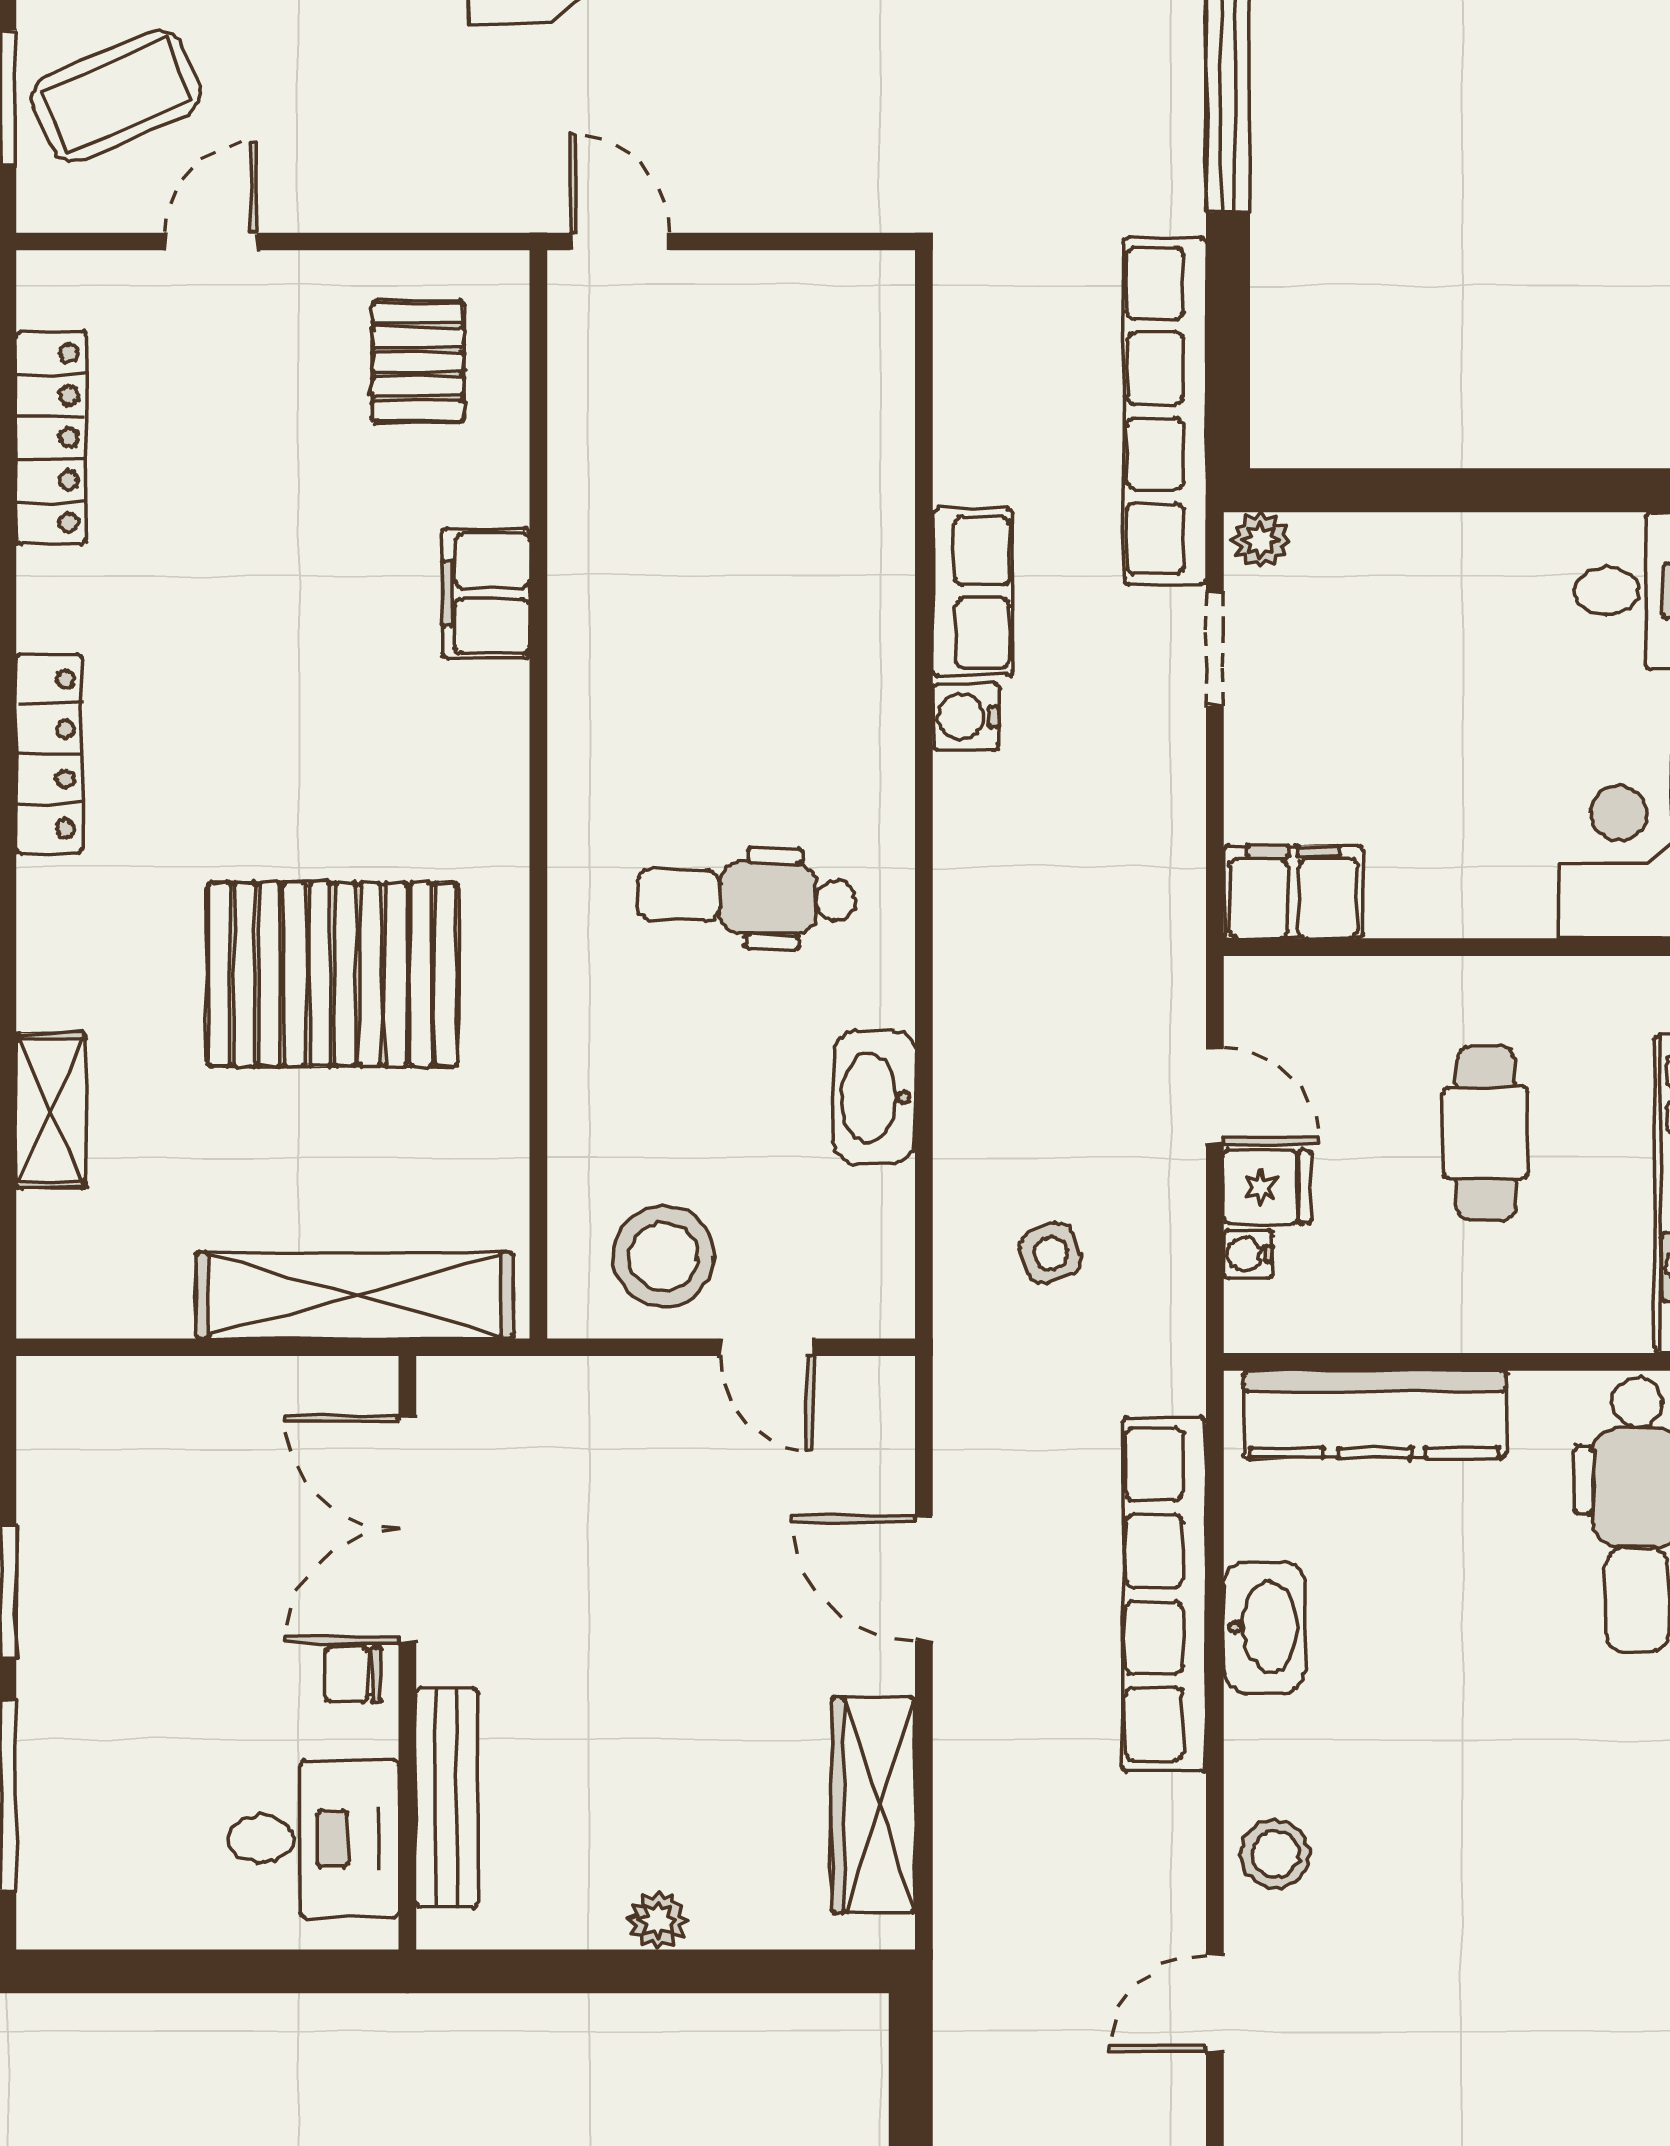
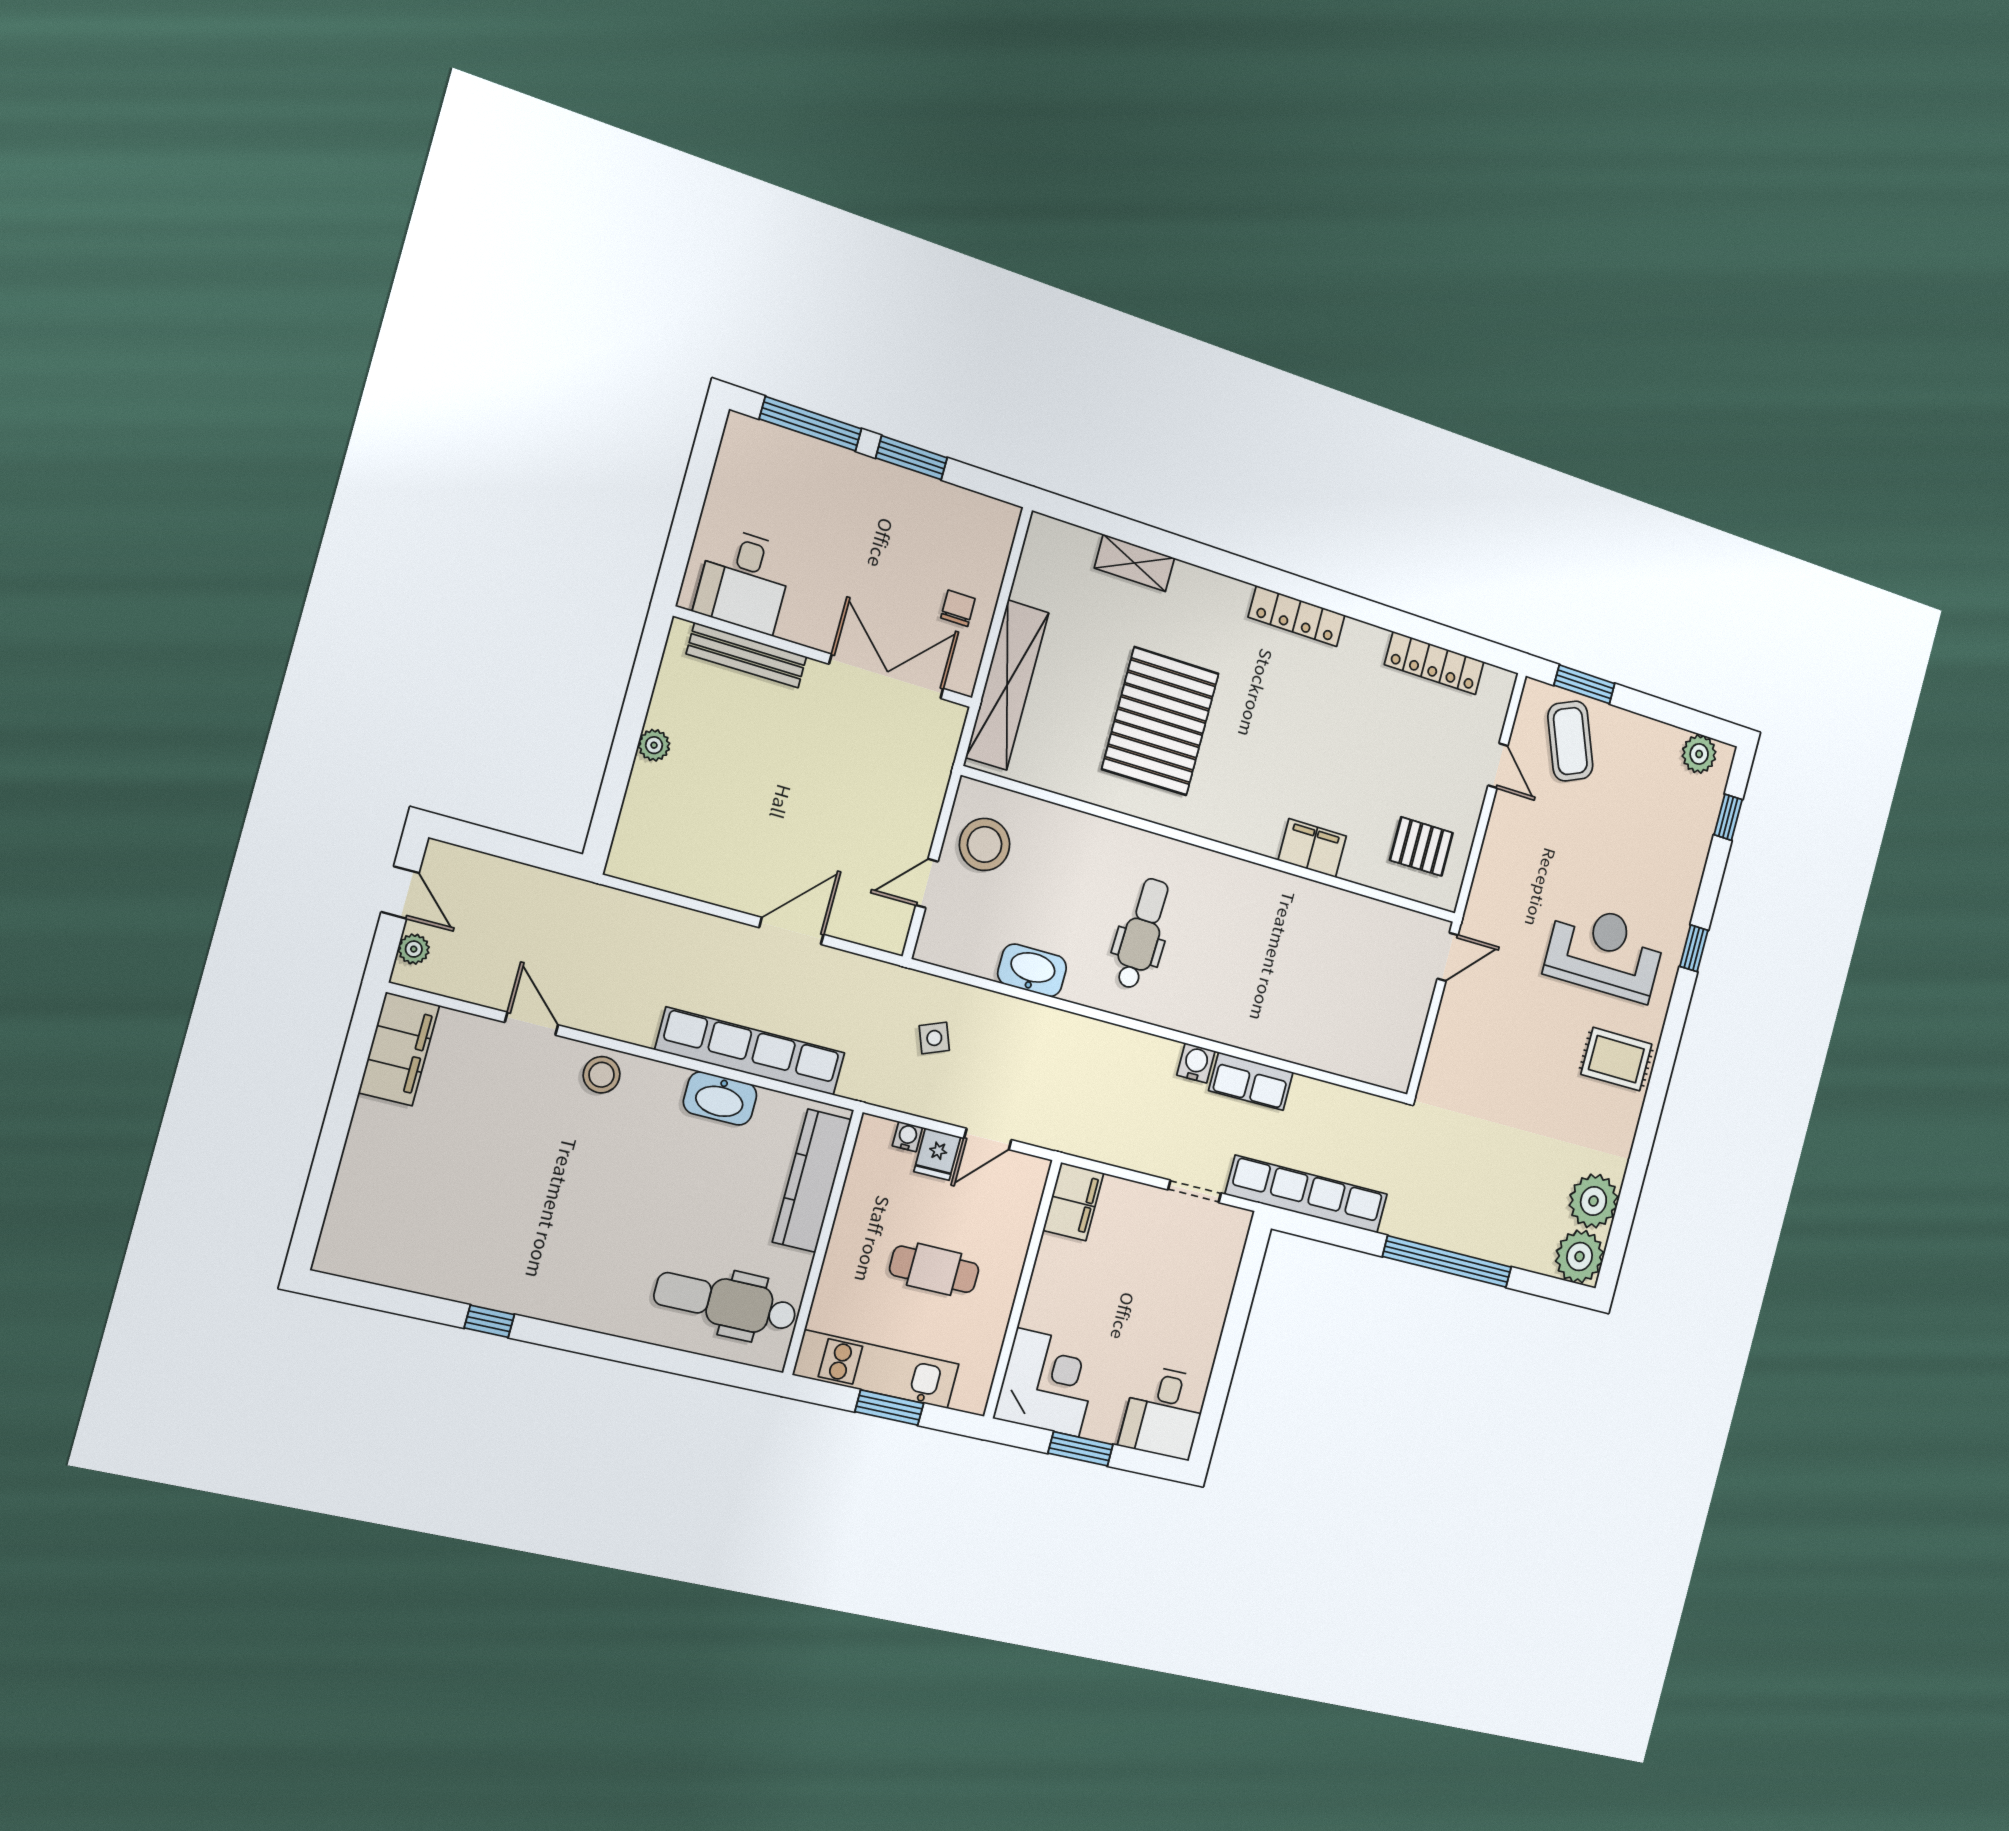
plant: (1261, 540) -> (1238, 1226), removed
chair: (353, 1674) -> (958, 608), moved
wardrobe: (873, 1805) -> (683, 874), removed

